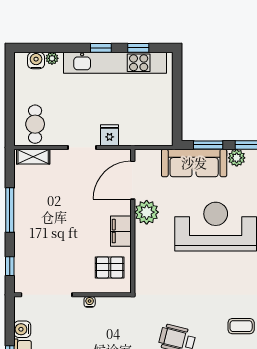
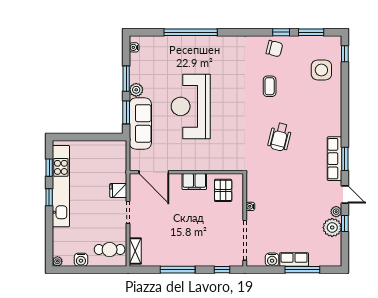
plant: (52, 58) -> (57, 261), moved
water cooler: (36, 60) -> (81, 260), moved, turned -90
plant: (147, 212) -> (179, 161), removed

